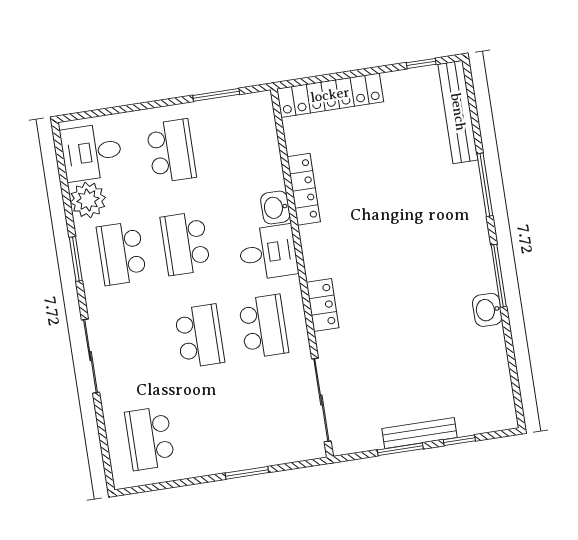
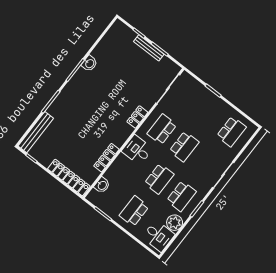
washbasin: (275, 208) -> (102, 185), moved
school desk: (200, 336) -> (184, 147), turned 180

